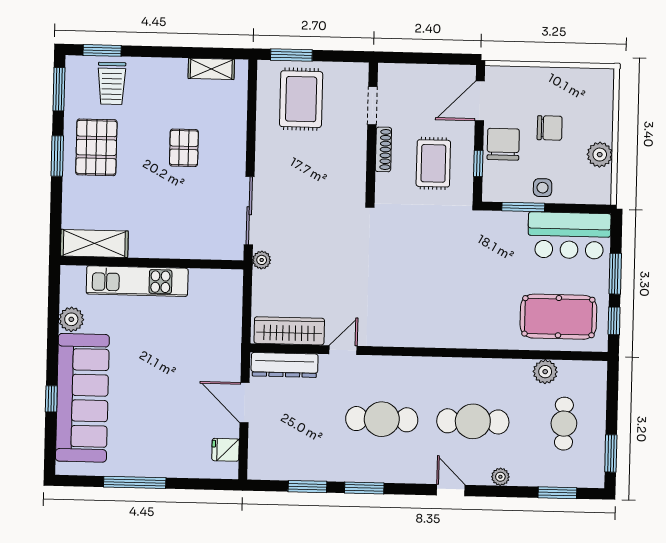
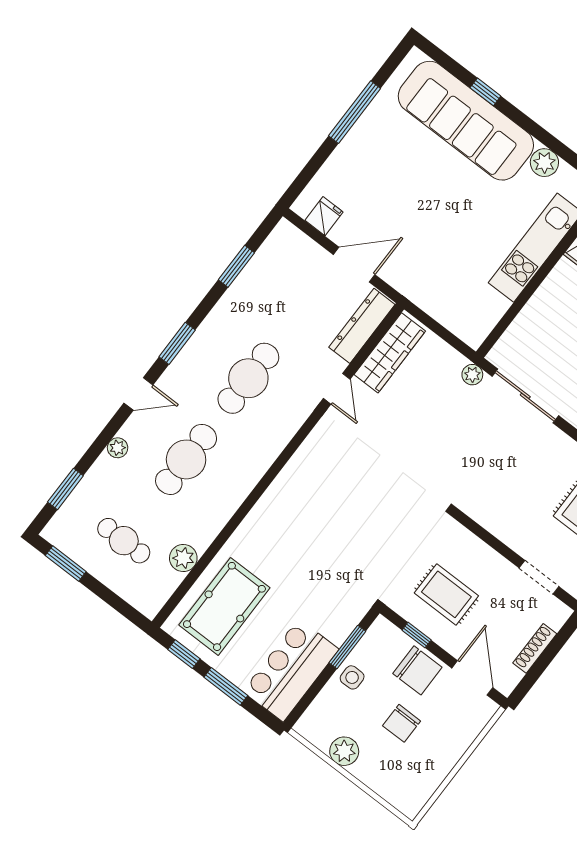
shoe rack: (383, 149) -> (535, 648), moved, turned 90
window: (364, 488) -> (177, 343), moved

